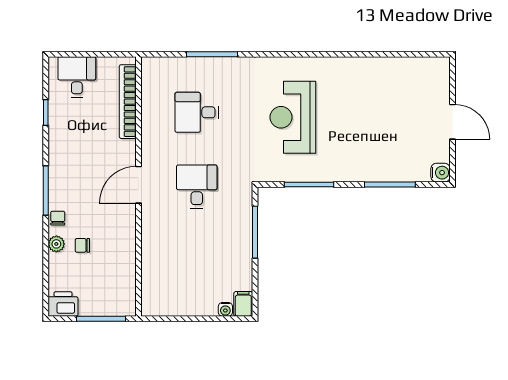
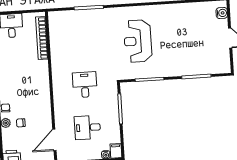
desk: (197, 112) -> (87, 128), moved
water cooler: (441, 173) -> (222, 13), moved
door: (139, 185) -> (54, 140), moved

